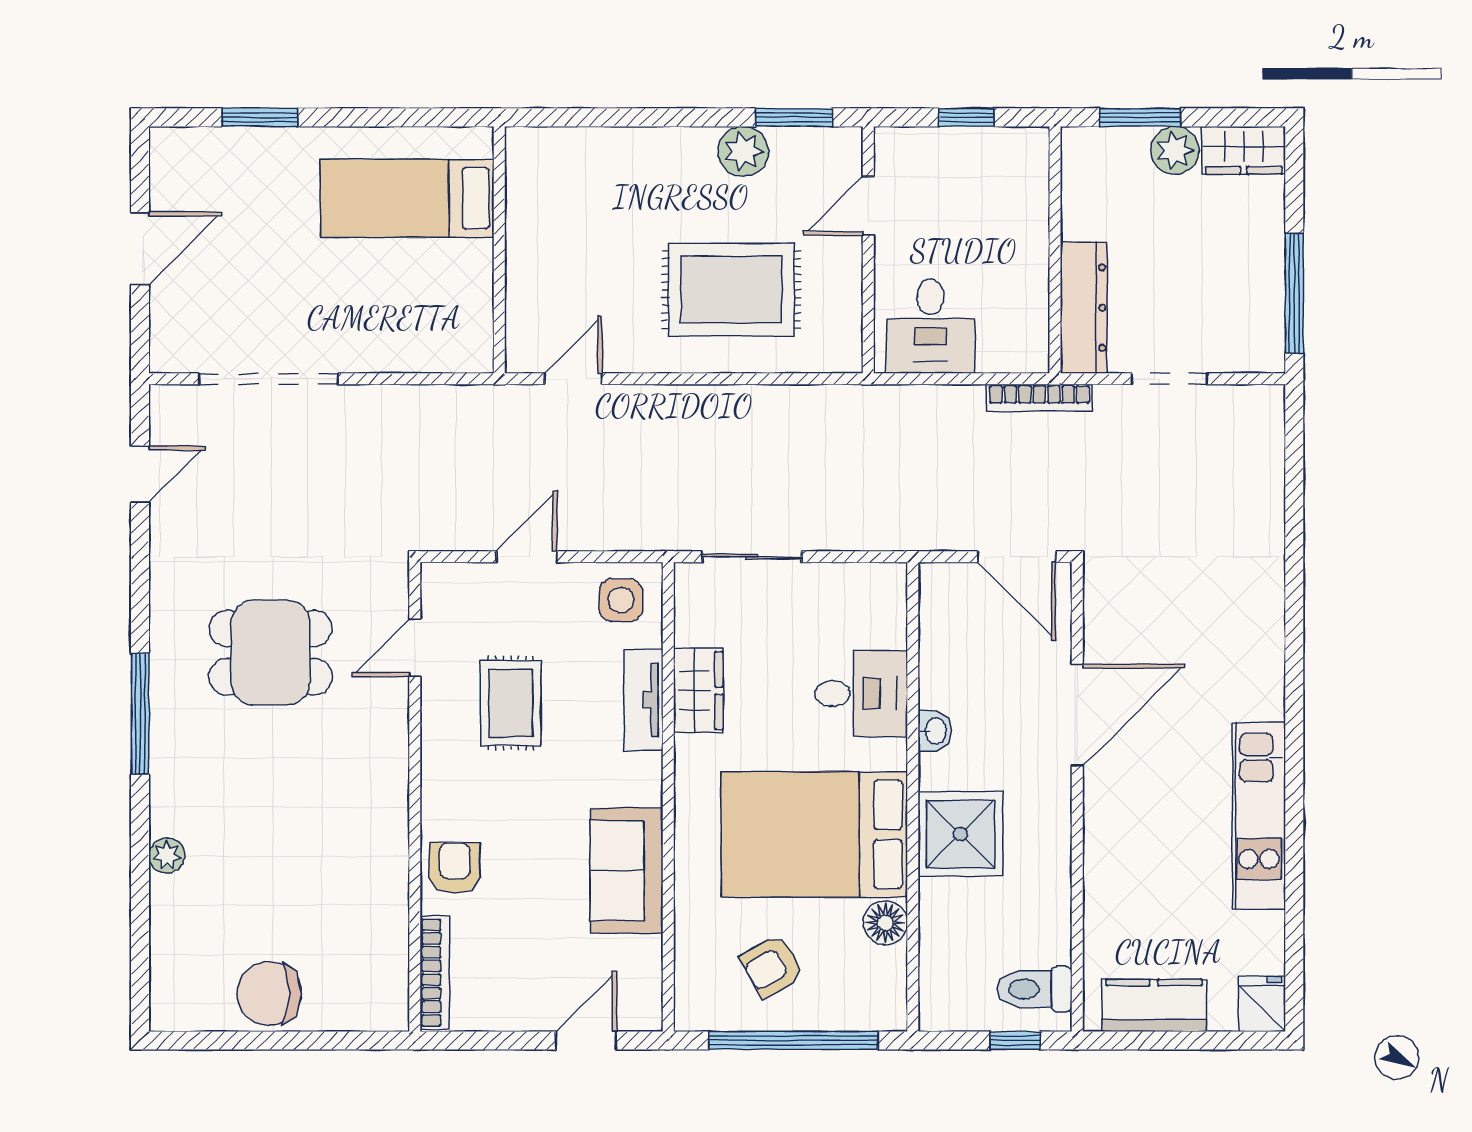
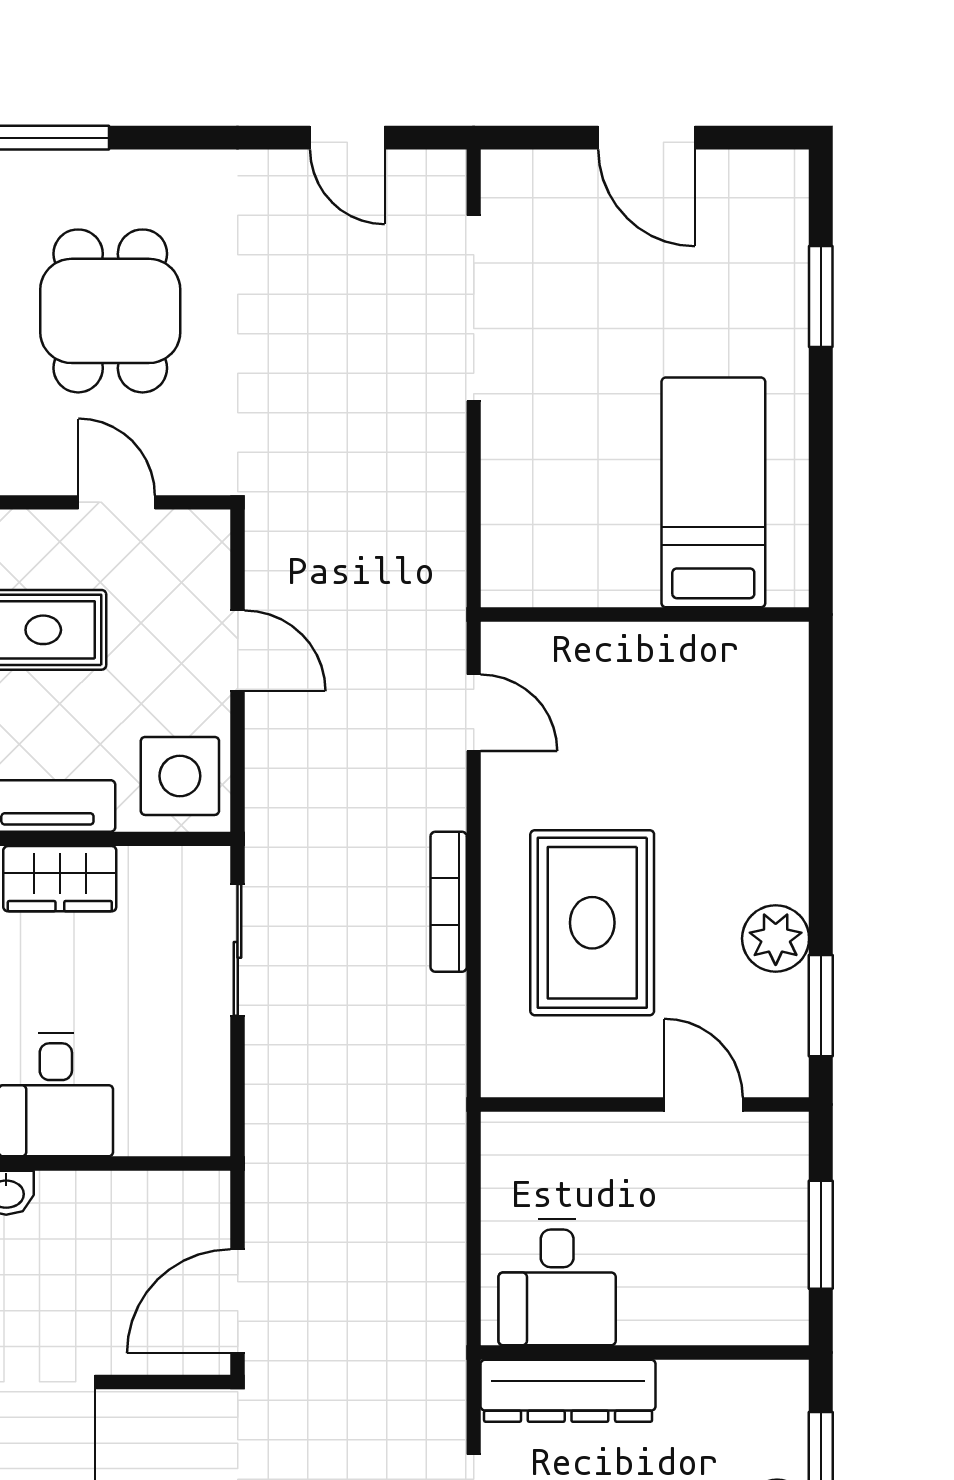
window: (966, 117) -> (821, 1235), width x1.50
desk: (931, 326) -> (557, 1282), moved, turned -90
bookcase: (1039, 398) -> (449, 902), moved
side table: (621, 600) -> (180, 776), width x1.37, depth x1.37

